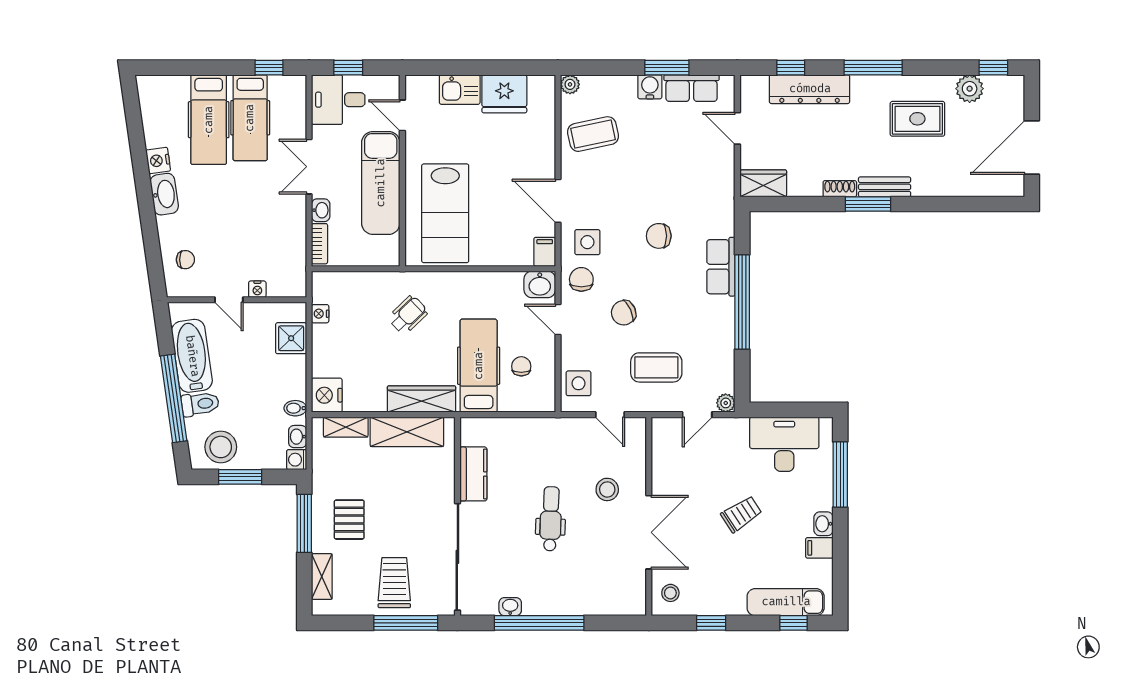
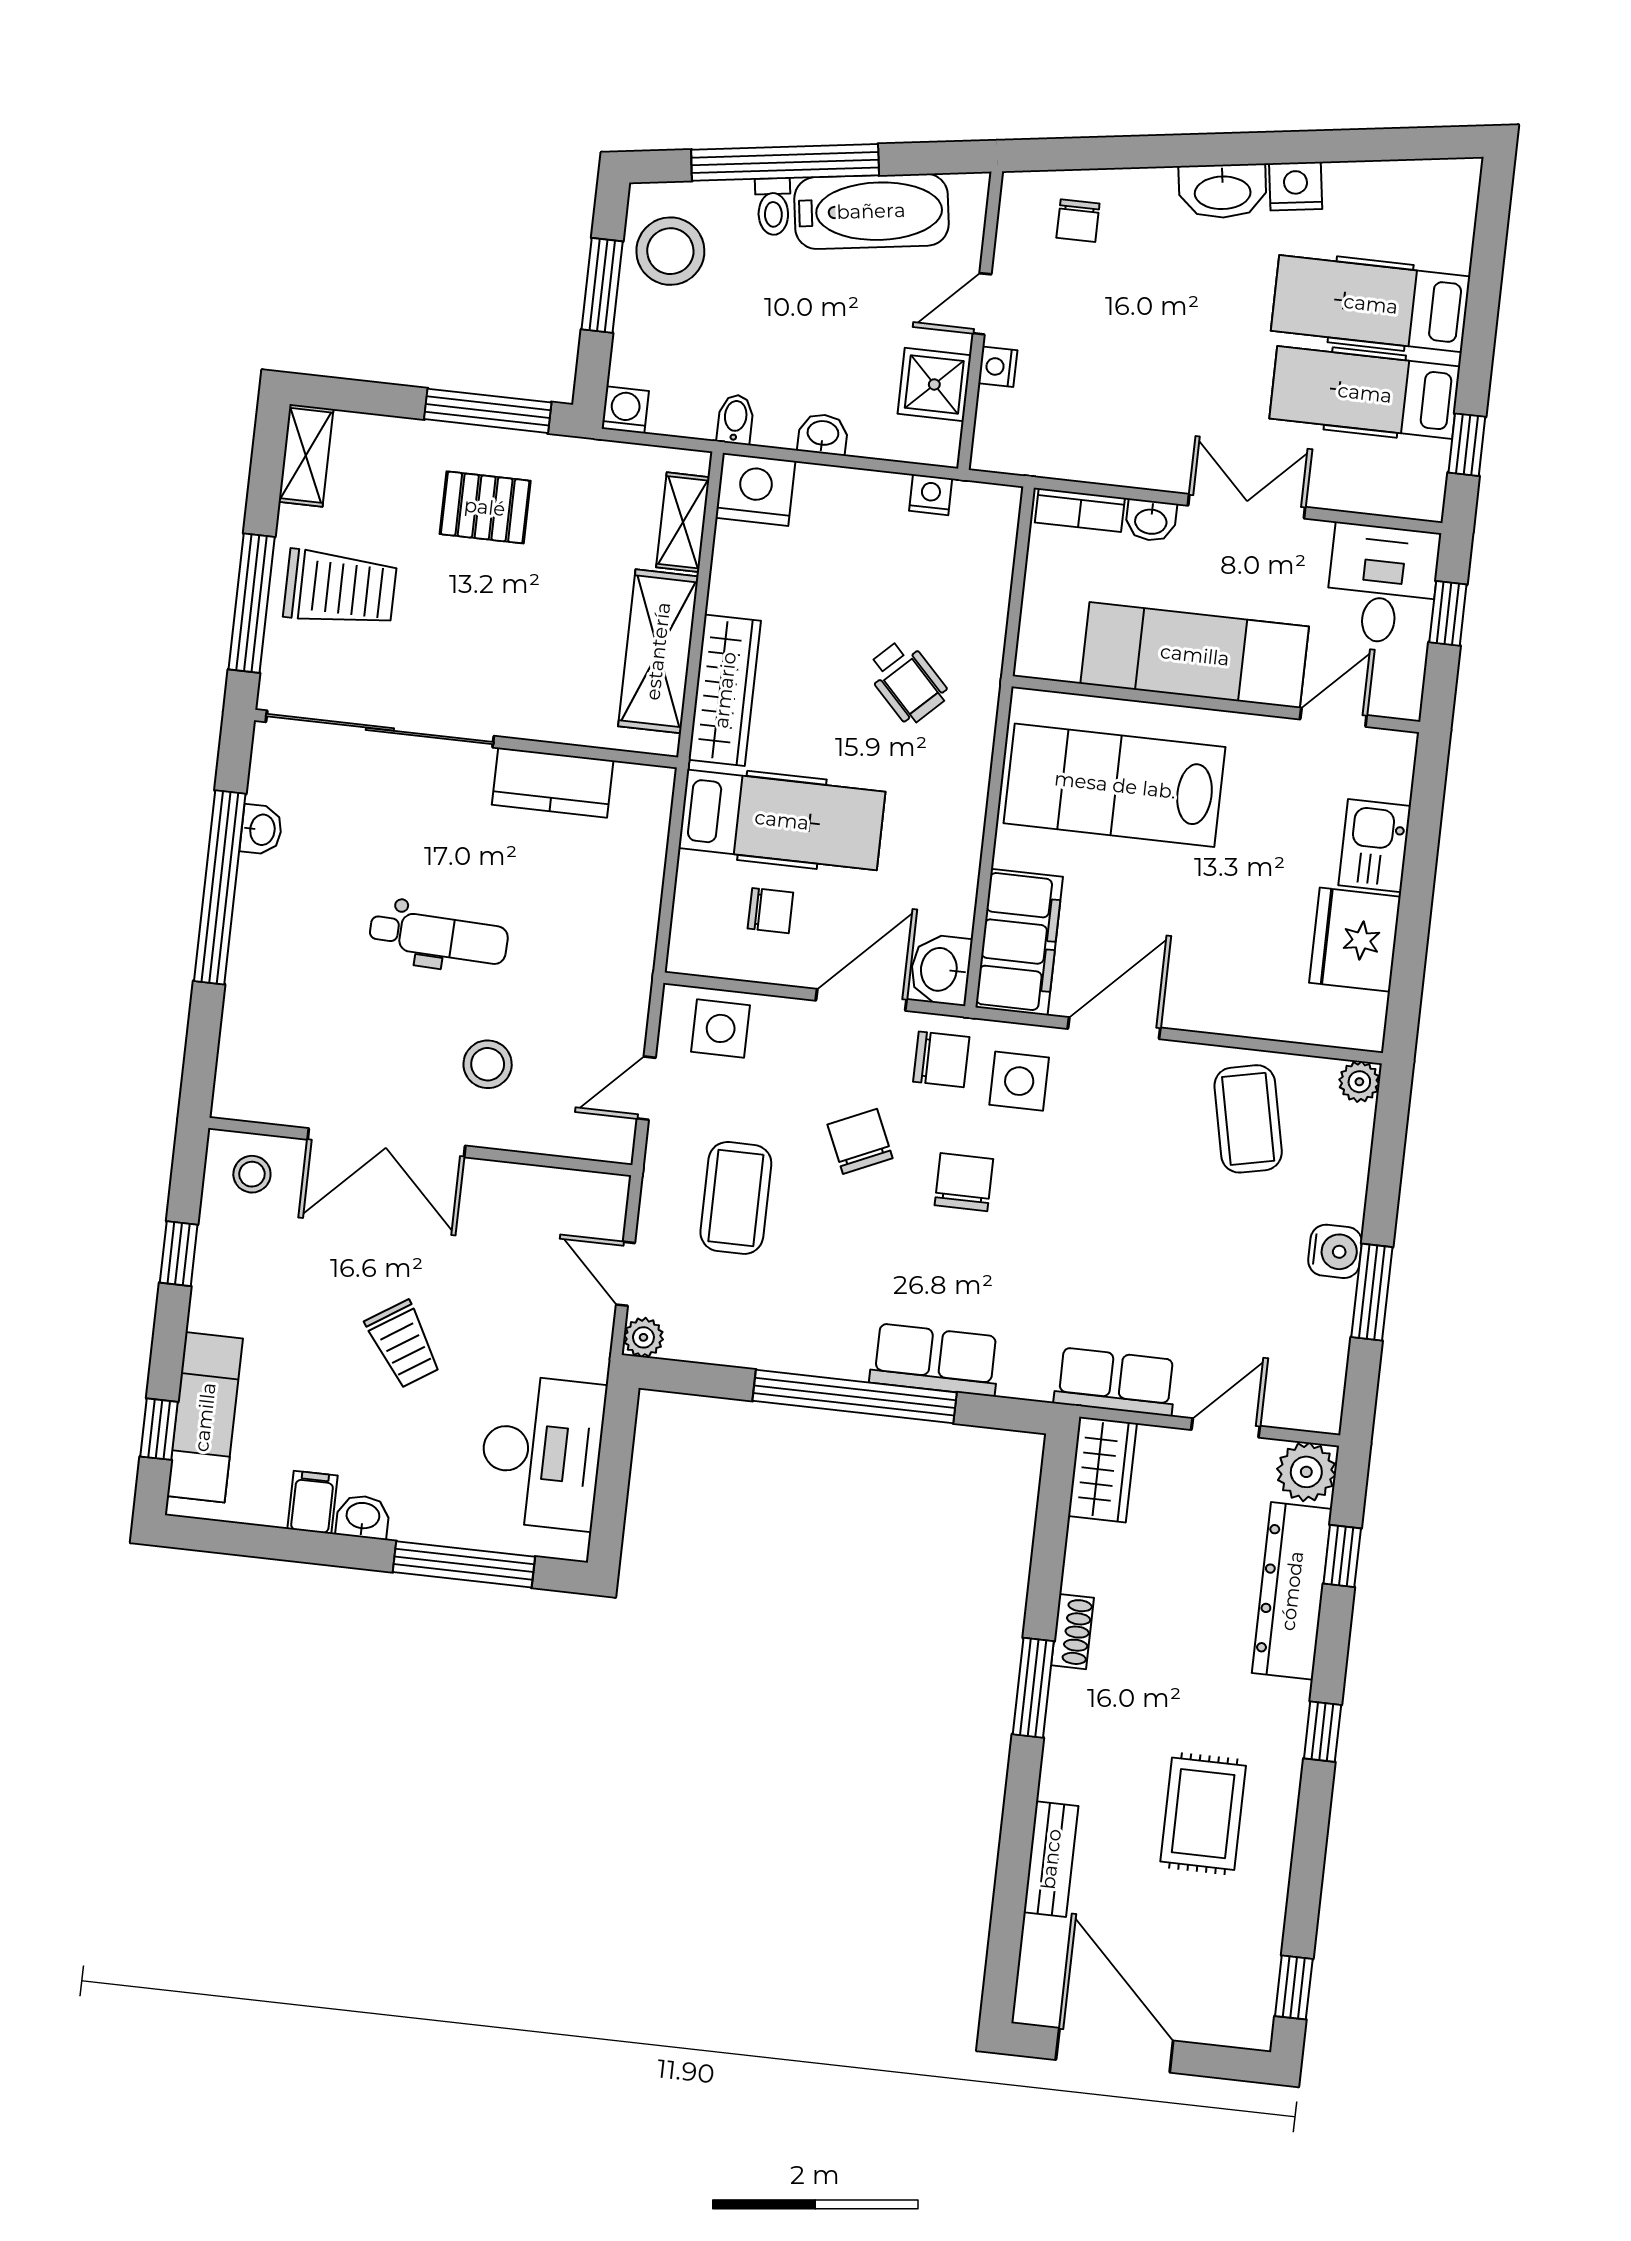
window: (873, 68) -> (1323, 1732), width x0.46
row of seats: (692, 88) -> (1115, 1382), moved, turned 90
plant: (970, 89) -> (1306, 1472), moved
bench: (885, 187) -> (1051, 1859), moved
chair: (659, 236) -> (964, 1182), moved
filing cabinet: (545, 252) -> (1019, 942), width x3.00, depth x1.17
door: (558, 320) -> (861, 1000), width x1.38
shower: (291, 338) -> (934, 384), moved
toilet: (200, 404) -> (773, 207), width x0.73, depth x0.72
washbasin: (298, 437) -> (823, 434), moved
shelving: (322, 577) -> (306, 455), moved, turned 90

